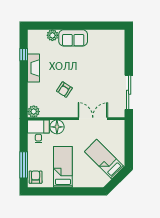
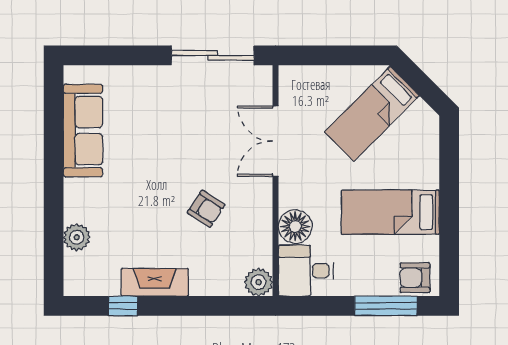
sofa: (73, 38) -> (83, 131), moved, width x1.36

